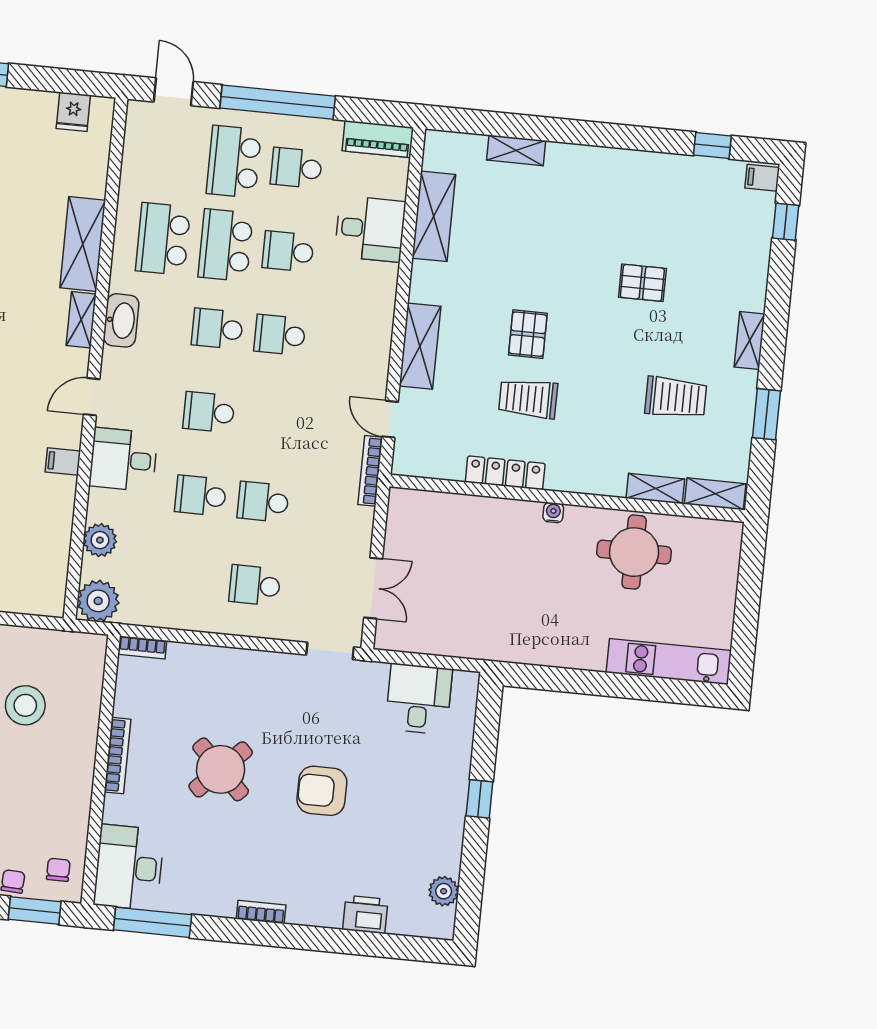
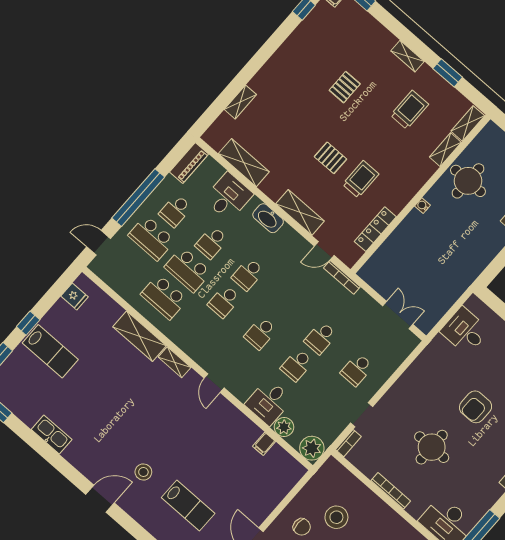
washbasin: (121, 320) -> (268, 218), moved, turned 180
trolley: (528, 399) -> (361, 179), turned 180
desk: (123, 460) -> (269, 402), moved
filing cabinet: (63, 462) -> (264, 444), moved
locker: (505, 473) -> (375, 229), moved
doorway: (330, 651) -> (362, 415), moved
round table: (221, 769) -> (432, 447), turned 45

